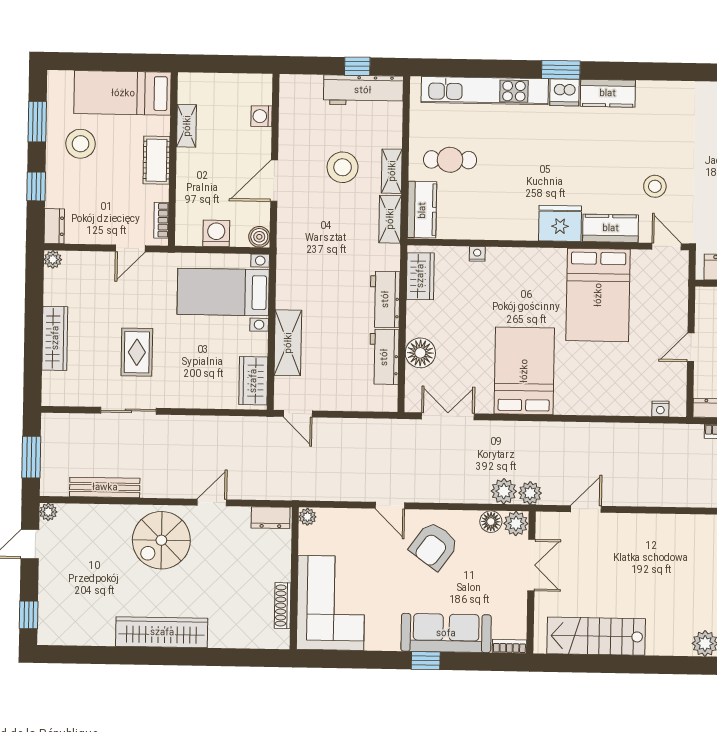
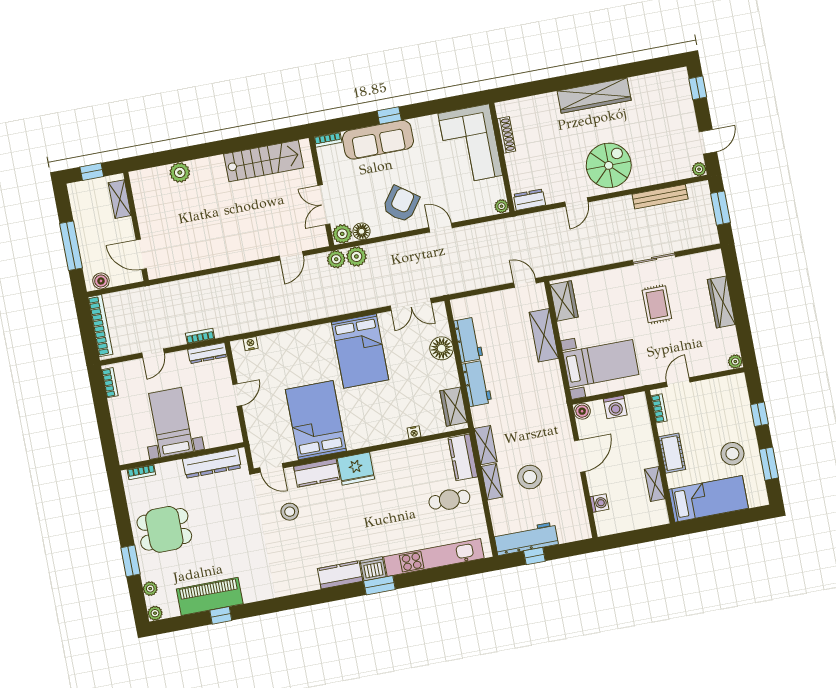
dresser: (54, 226) -> (739, 387), removed

